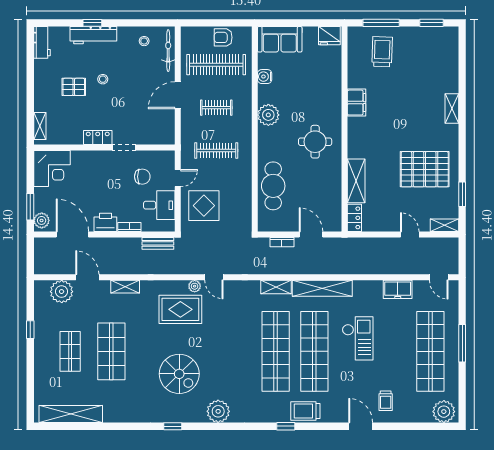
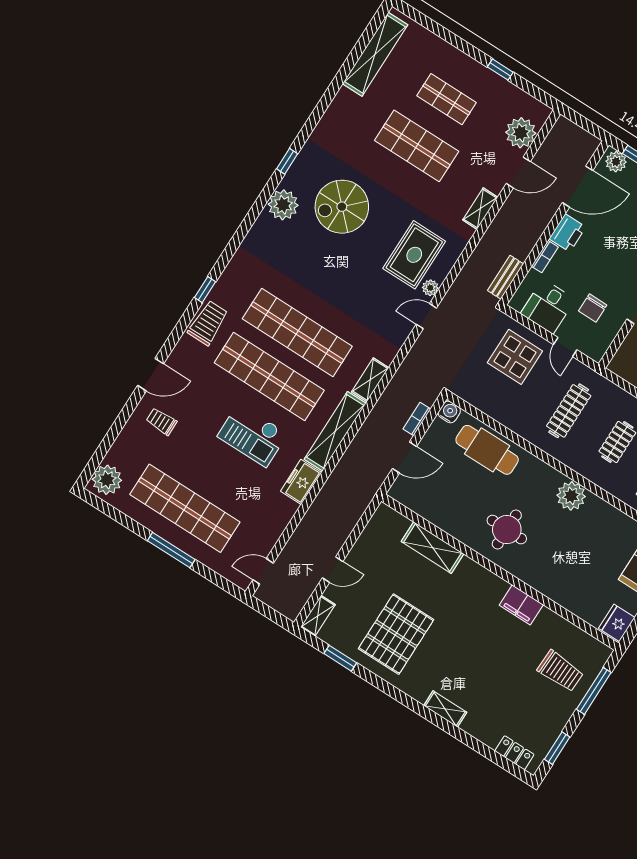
water cooler: (265, 77) -> (449, 412), moved
locker: (354, 218) -> (514, 753), moved, turned 180
freezer: (398, 289) -> (301, 482), moved
plant: (218, 411) -> (283, 205), moved

